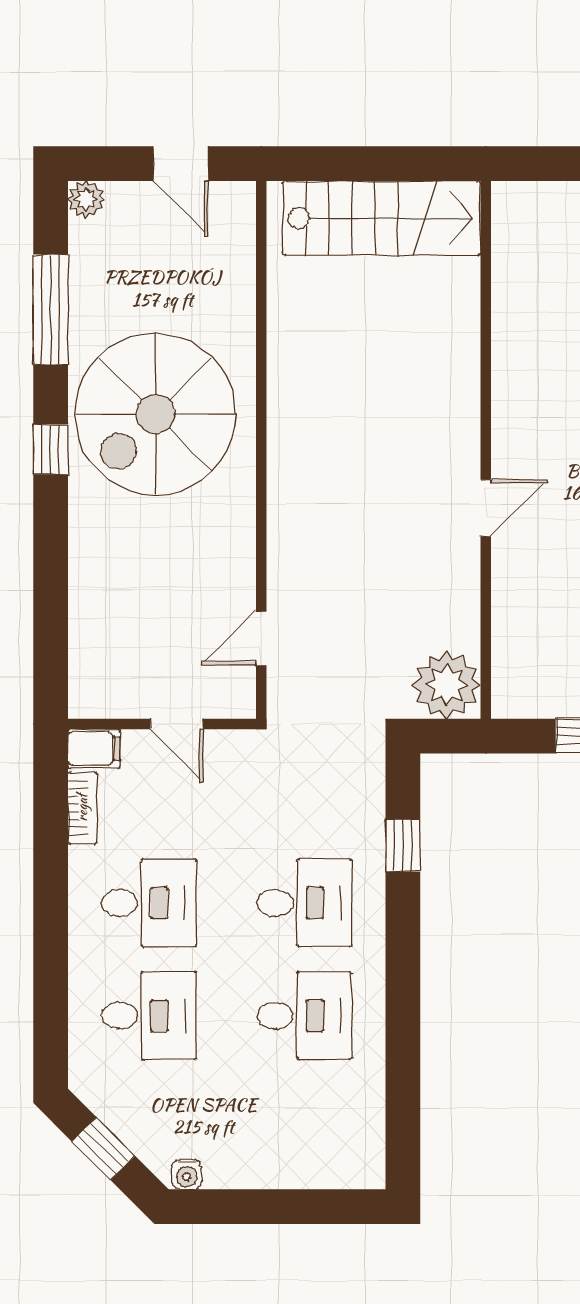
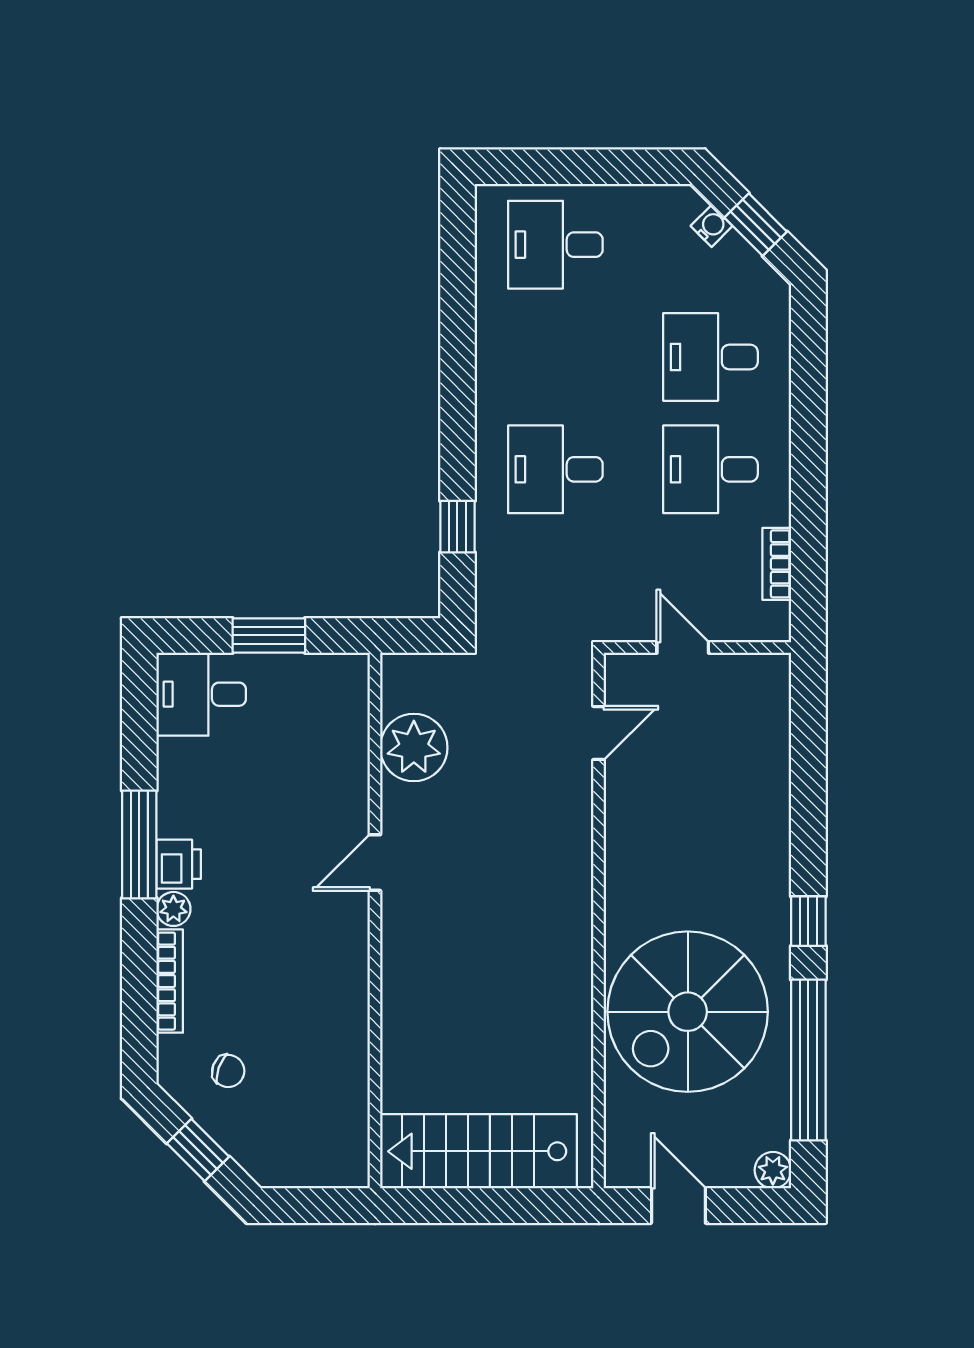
window: (51, 310) -> (808, 1060), width x1.46
spiral stairs: (155, 414) -> (688, 1012), moved, turned 180
plant: (447, 685) -> (414, 748), moved
filing cabinet: (94, 749) -> (765, 623), removed
desk: (305, 1016) -> (555, 245), moved
water cooler: (187, 1174) -> (712, 226), moved, turned 45

